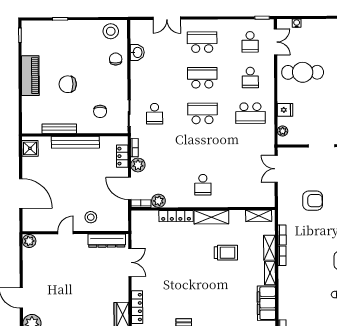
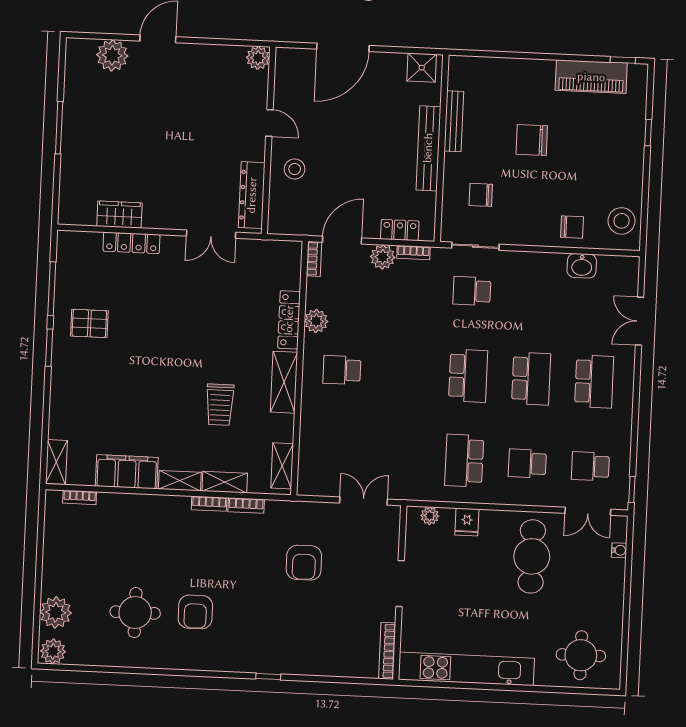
piano: (30, 76) -> (591, 77), moved
chair: (68, 84) -> (532, 140), turned -90
plant: (158, 201) -> (316, 321), moved

